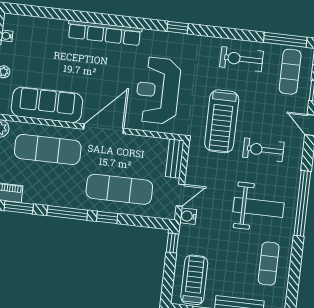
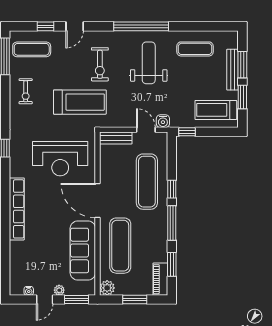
exercise bike: (242, 59) -> (26, 91), width x0.73, depth x0.72

